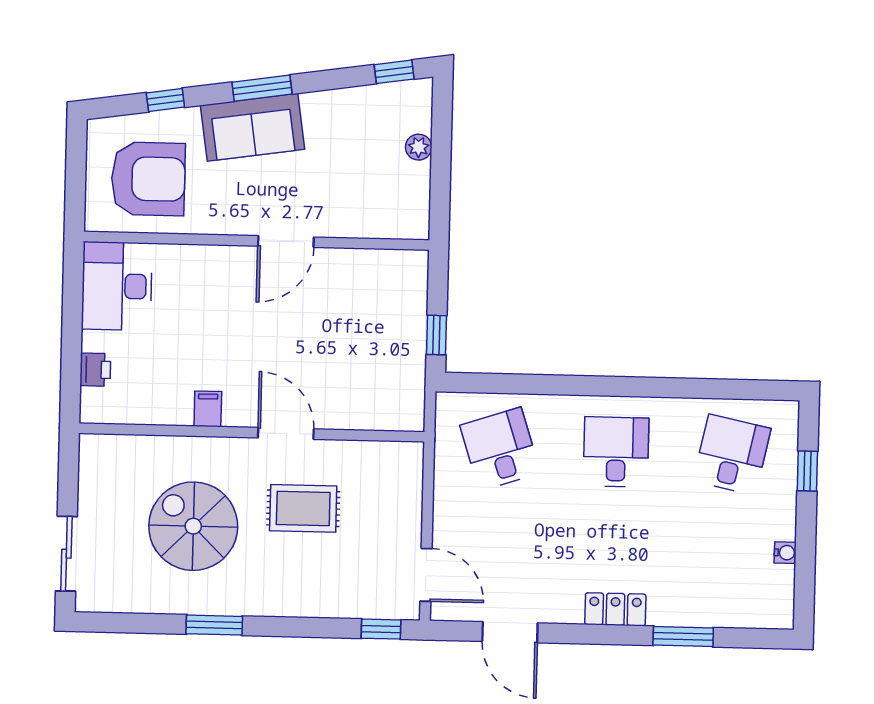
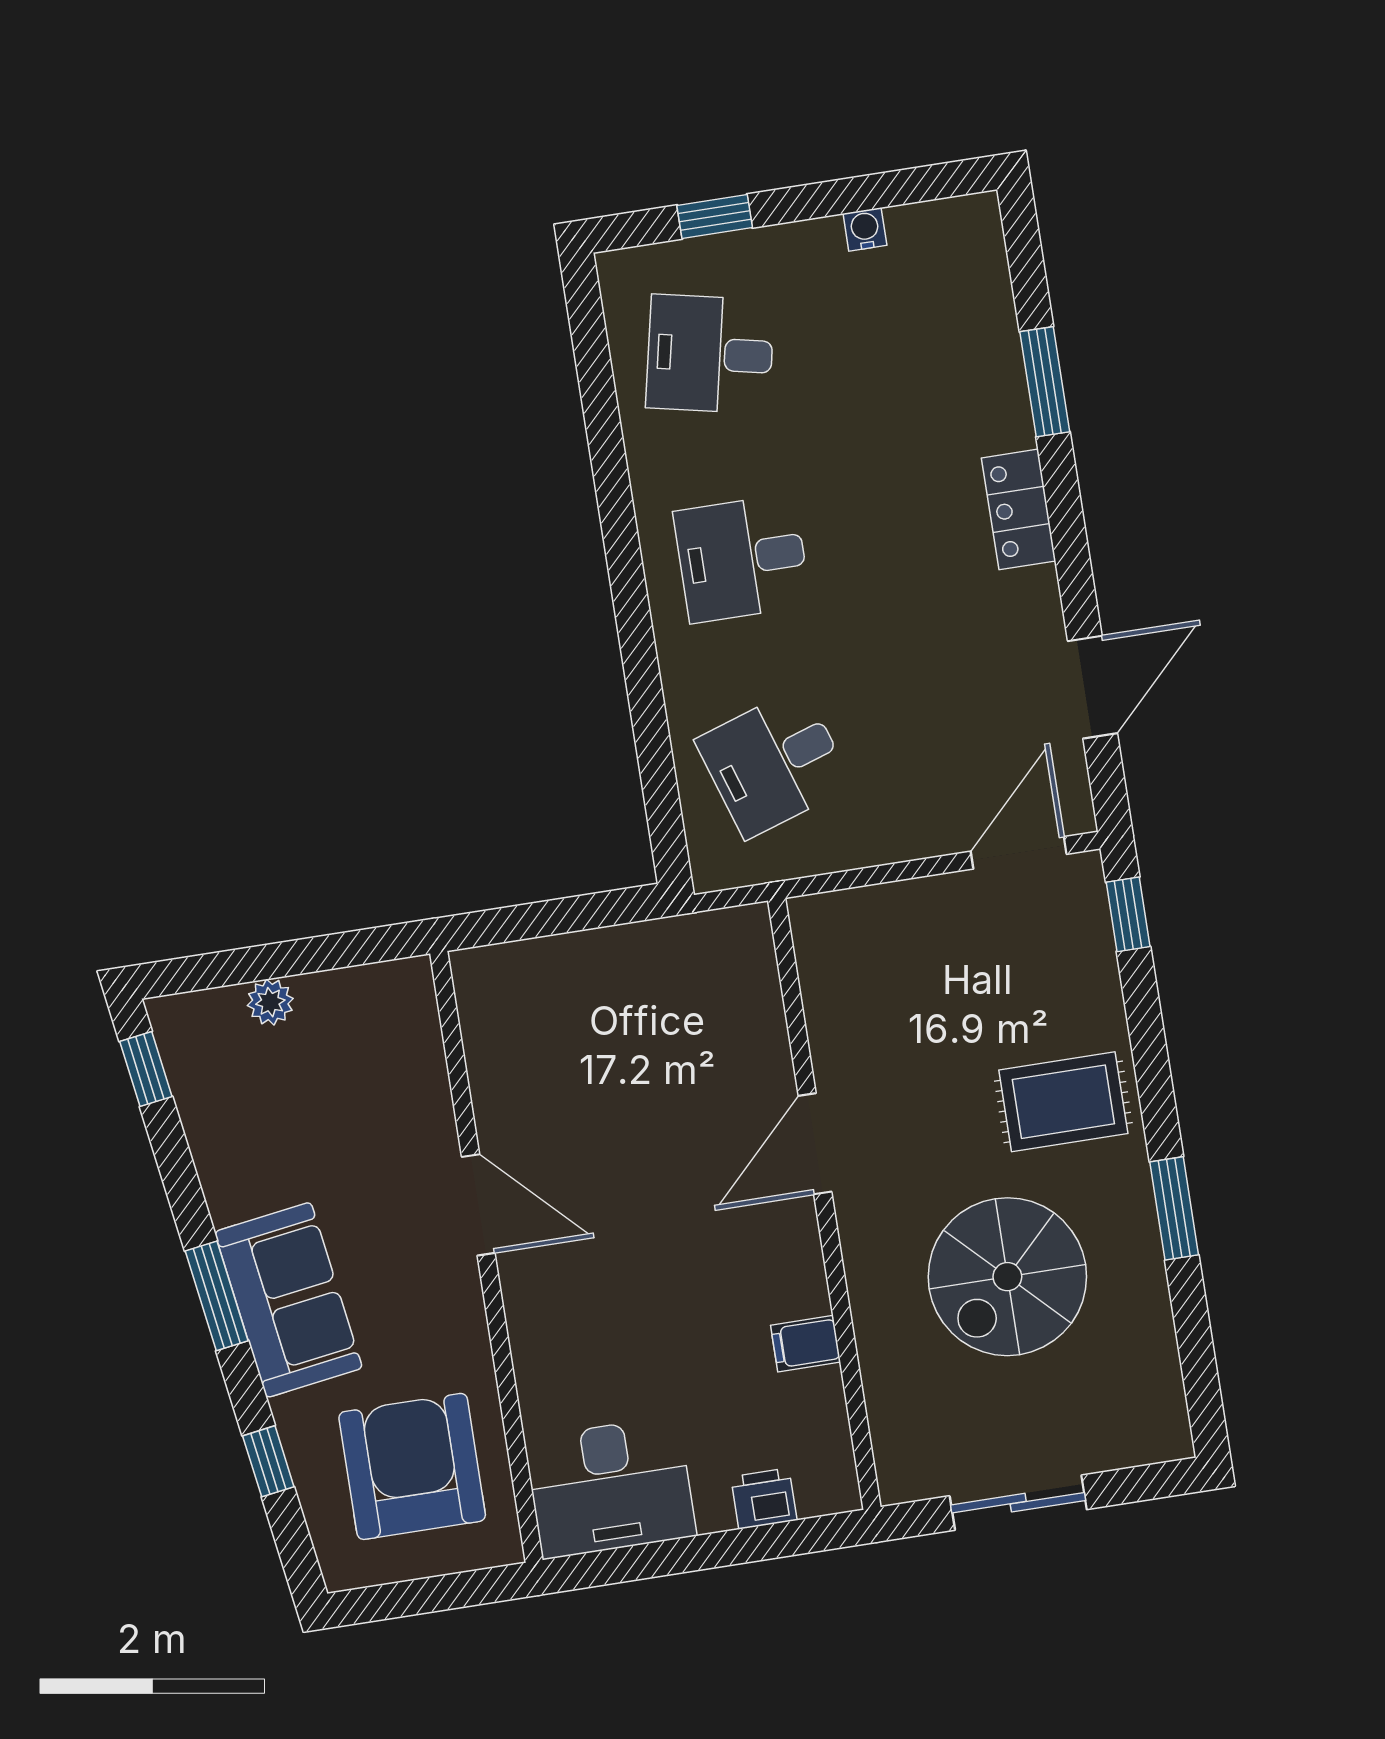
window: (437, 335) -> (594, 911), removed
filing cabinet: (208, 409) -> (806, 1344), moved
rug: (303, 508) -> (1063, 1102), moved, turned 90
sliding door: (66, 554) -> (1018, 1503), moved

